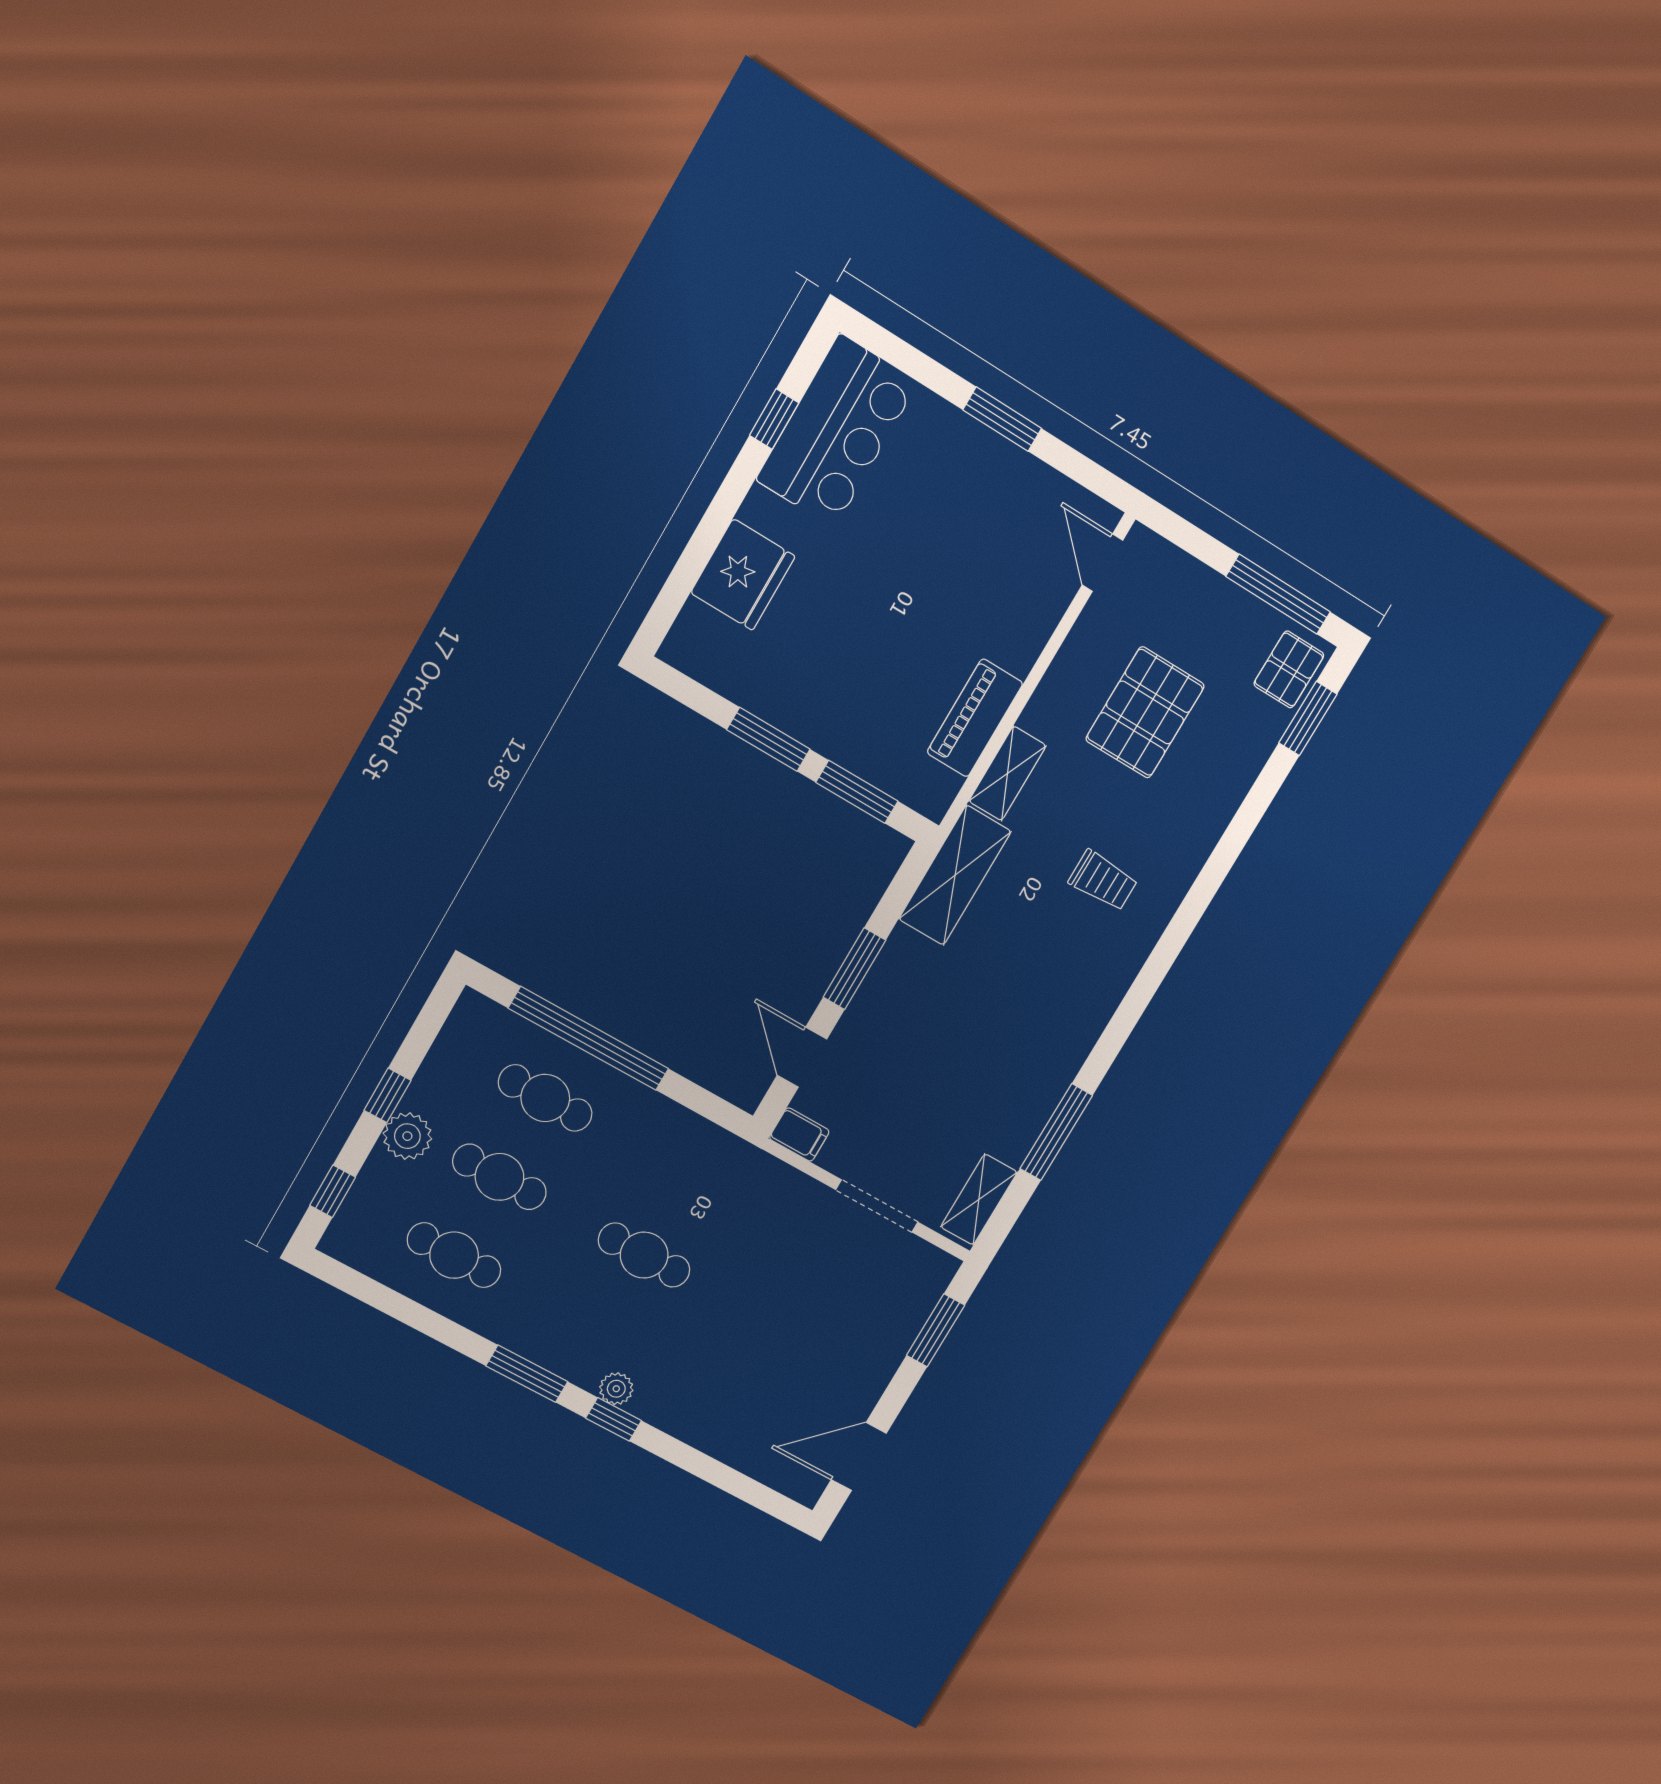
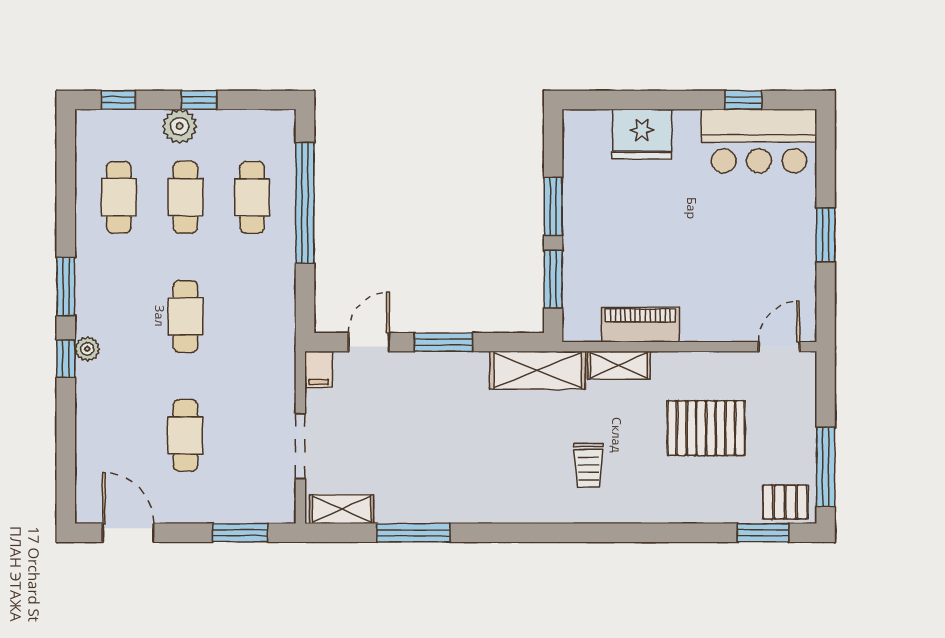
cafe table: (785, 1331) -> (185, 435), added

